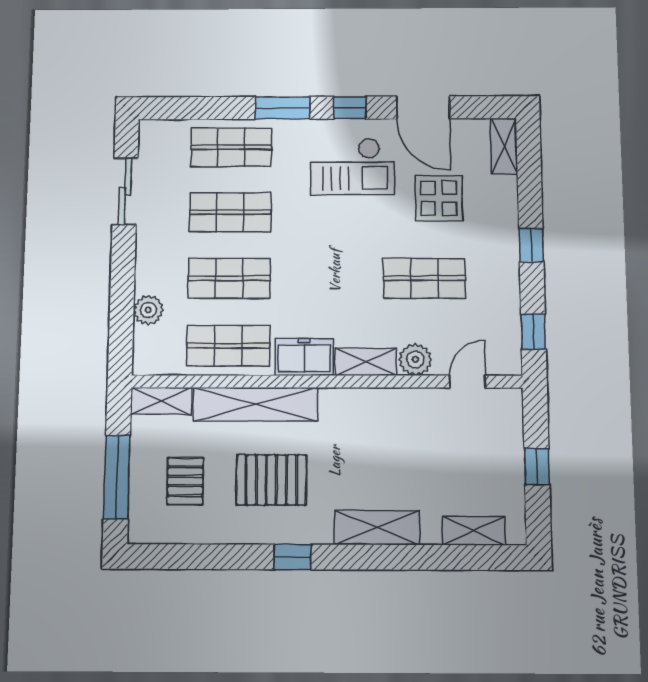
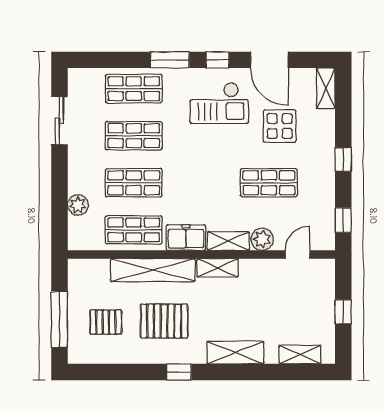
shelving: (161, 401) -> (217, 268), moved
pallet: (185, 481) -> (106, 322), turned 90

